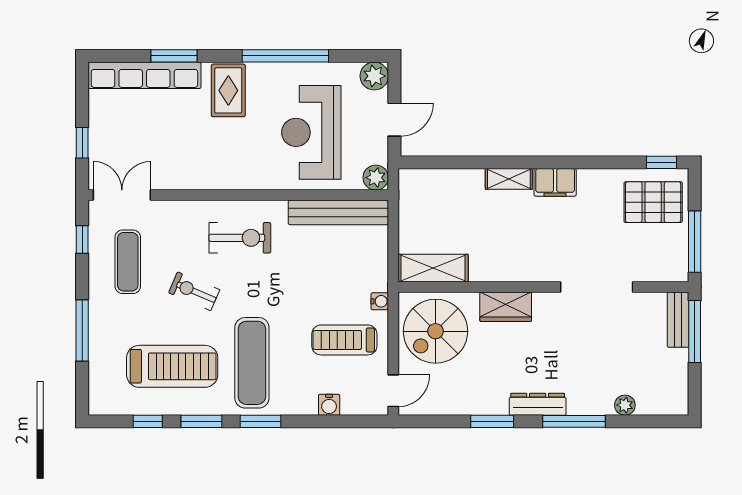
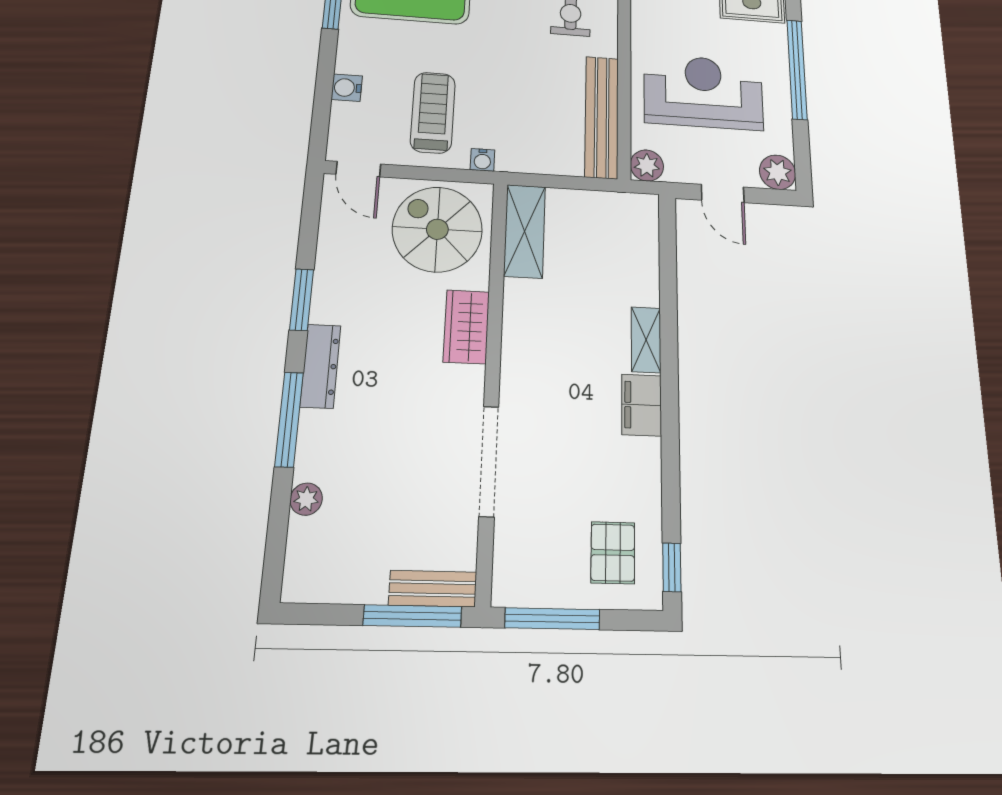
pallet: (653, 202) -> (613, 553), width x0.67, depth x0.71

